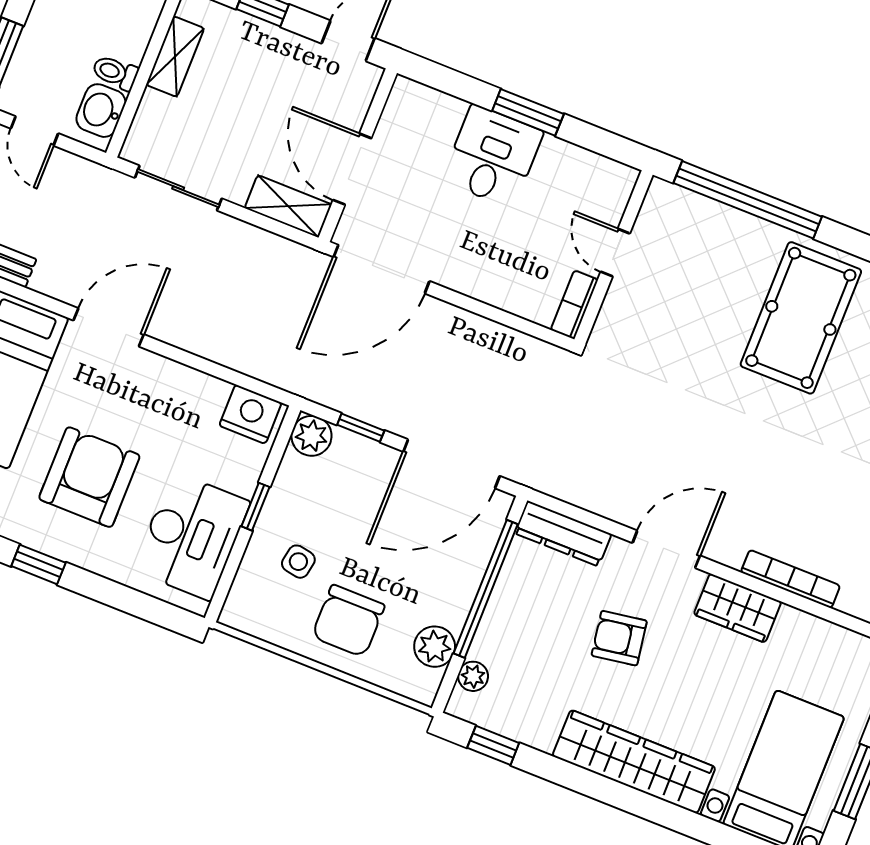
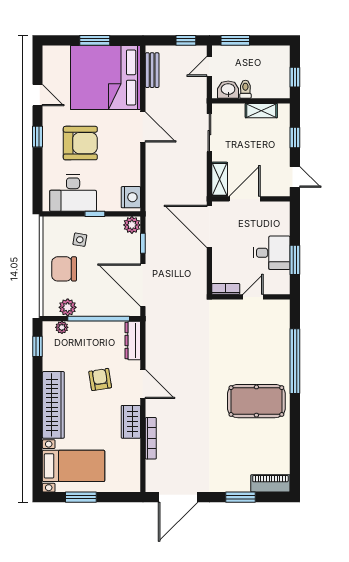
door: (615, 253) -> (253, 297), moved
wall: (614, 257) -> (251, 297), moved
bookcase: (574, 305) -> (226, 289), moved

